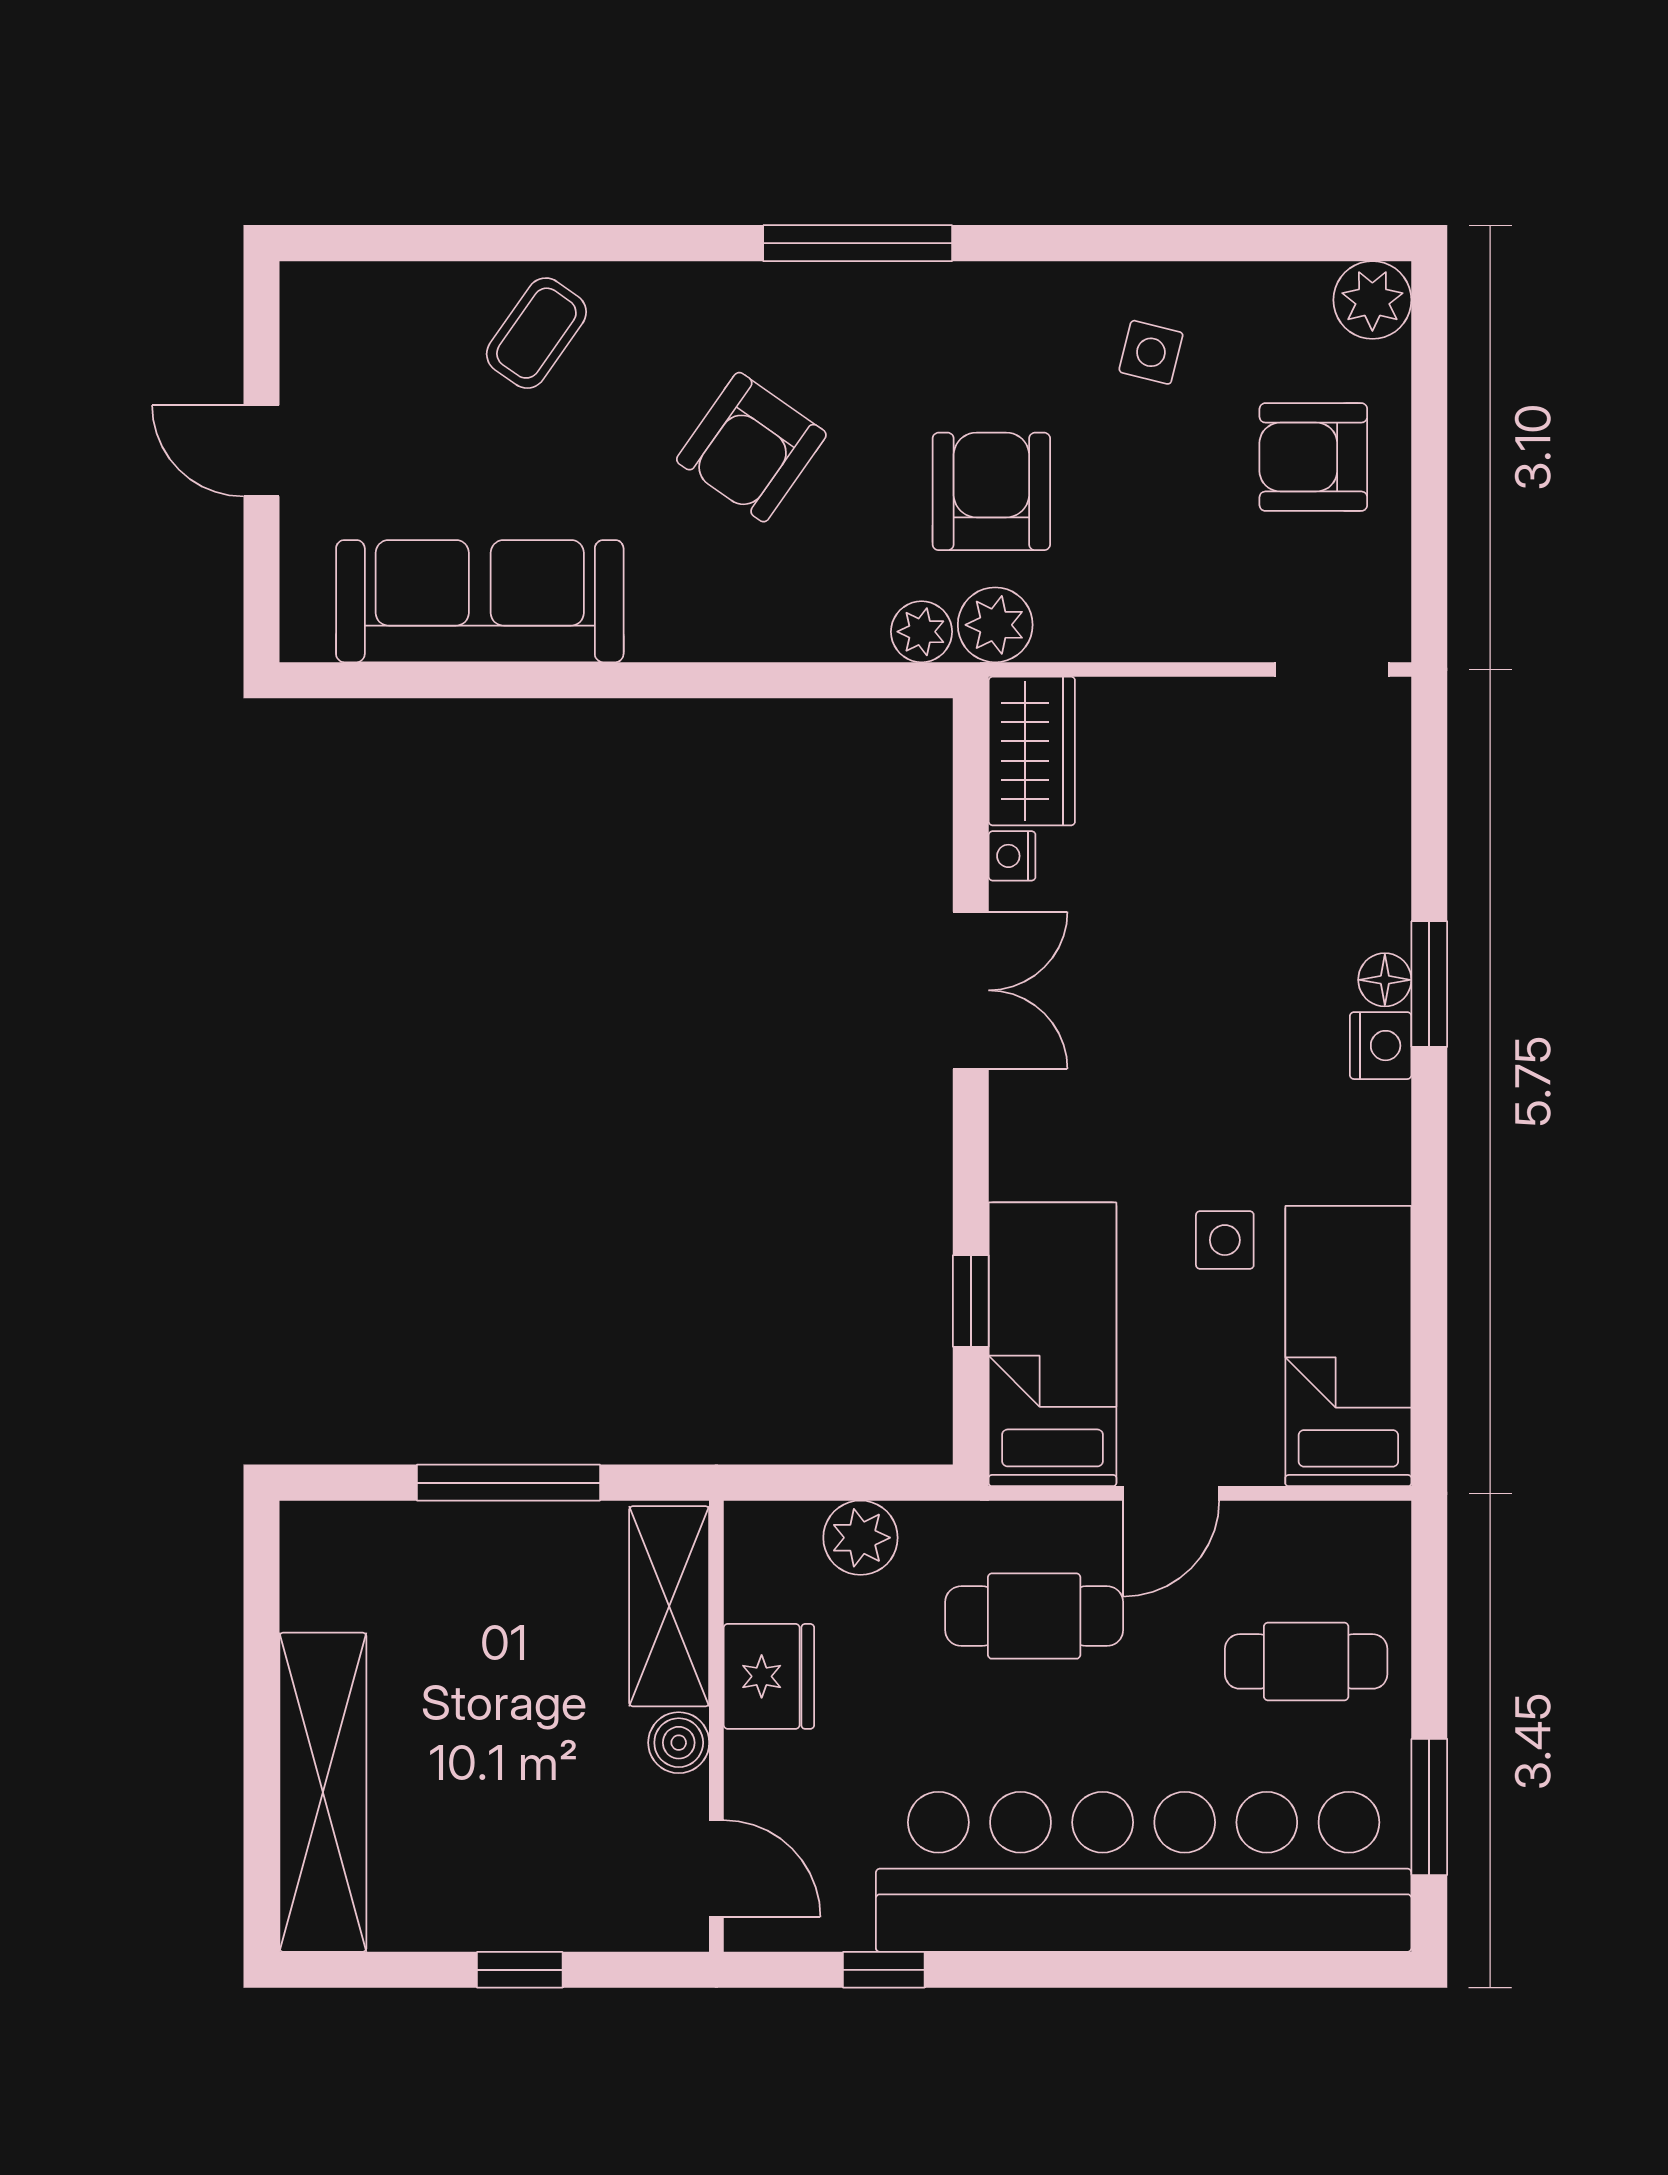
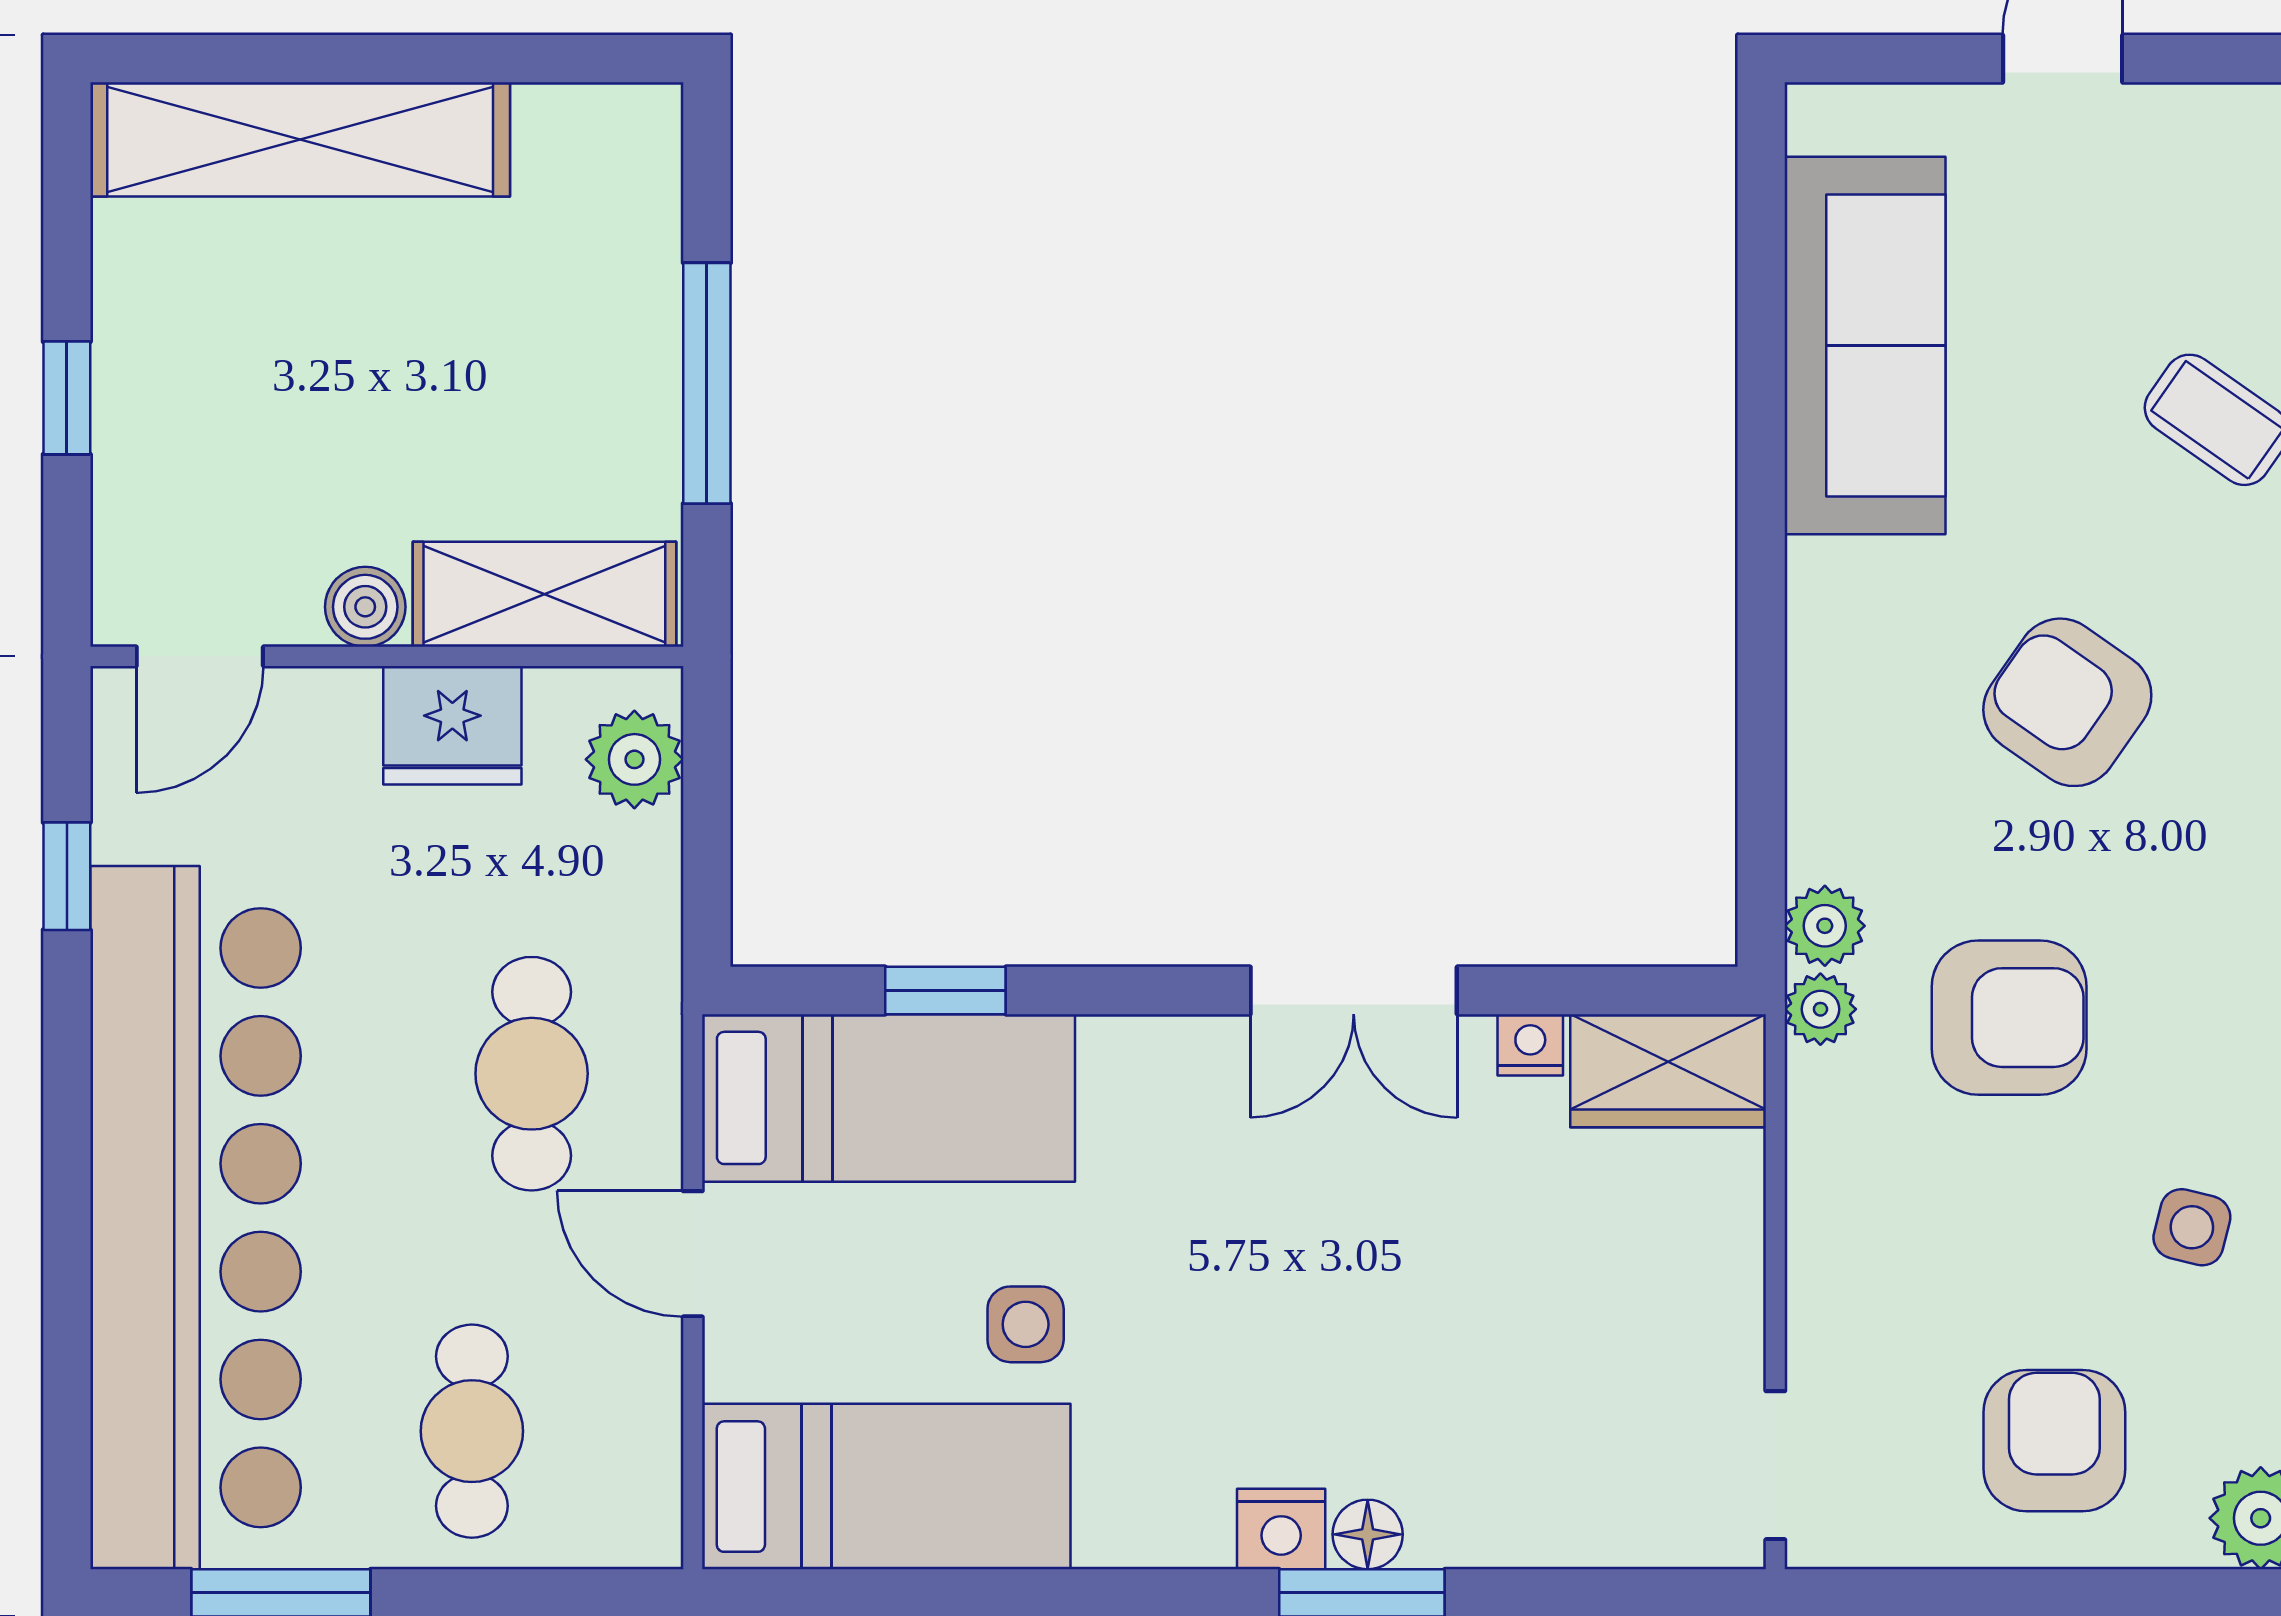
plant: (995, 625) -> (1820, 1009), width x0.73, depth x0.73
plant: (860, 1538) -> (634, 759), moved

